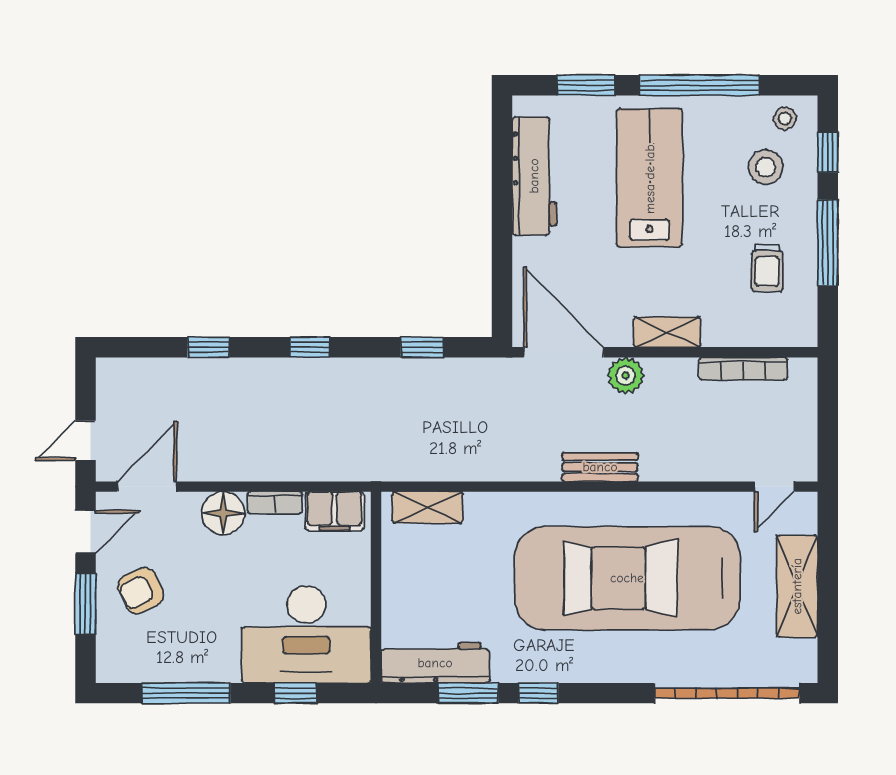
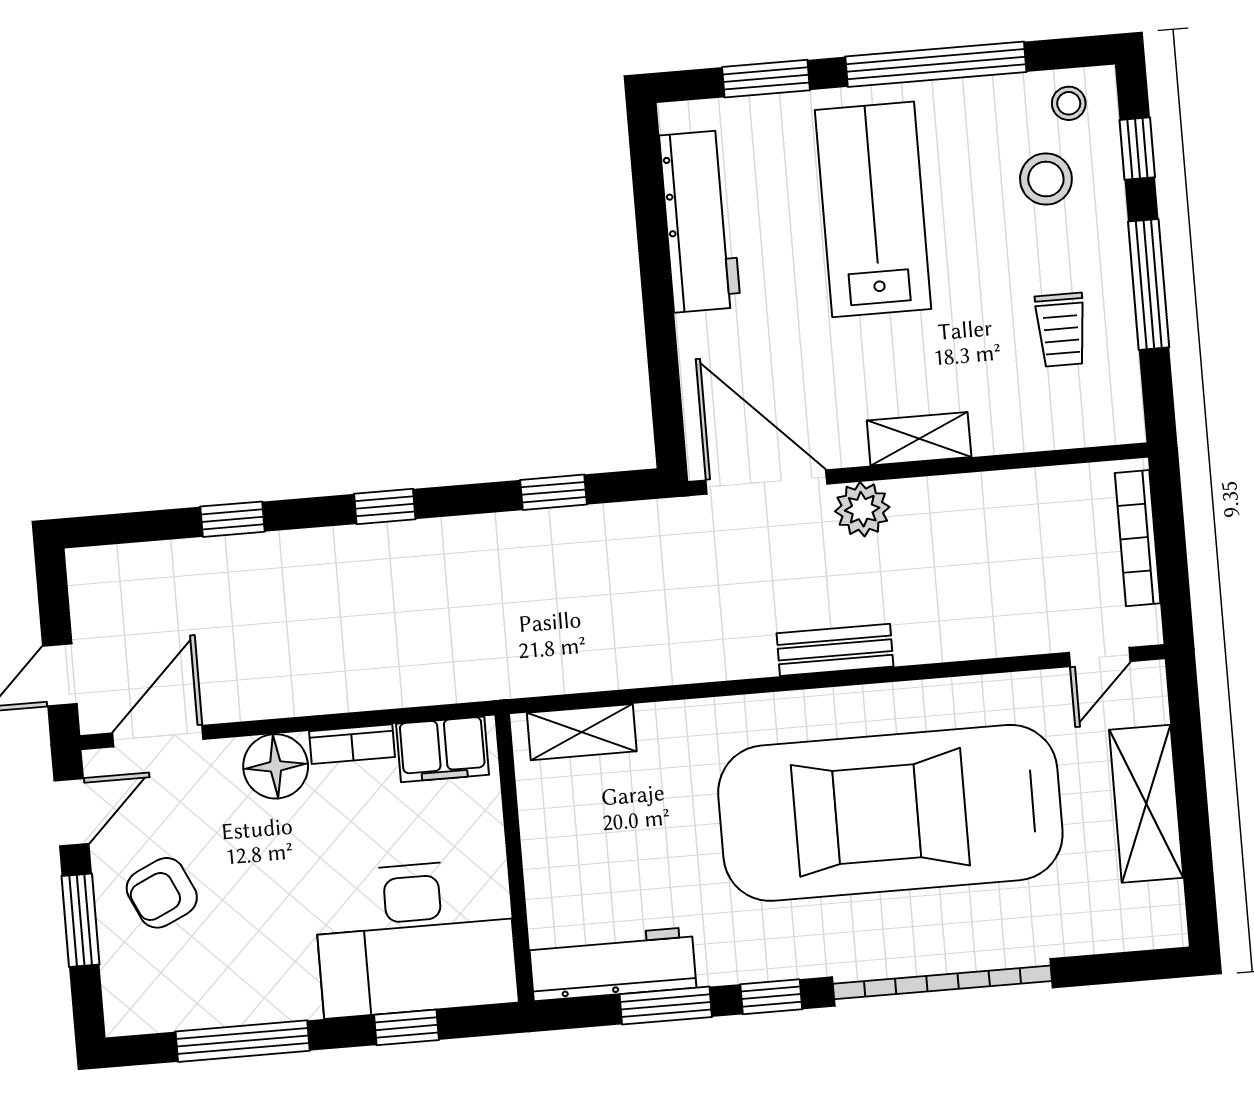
bookcase: (743, 369) -> (1138, 538), moved, turned 90
garage door: (727, 693) -> (942, 982), moved

